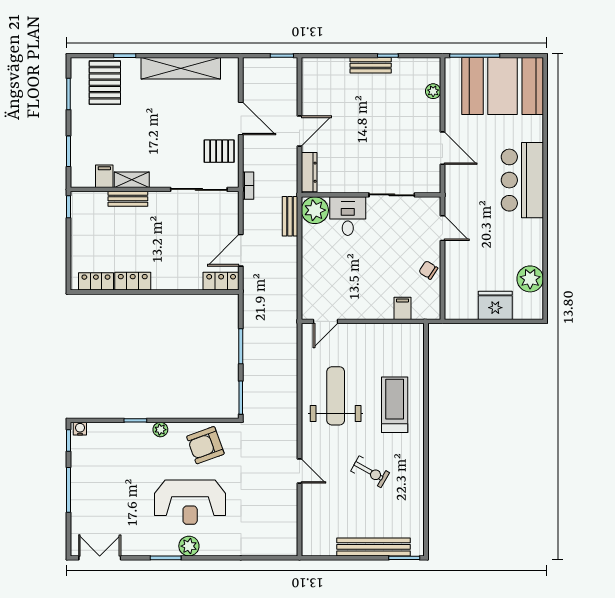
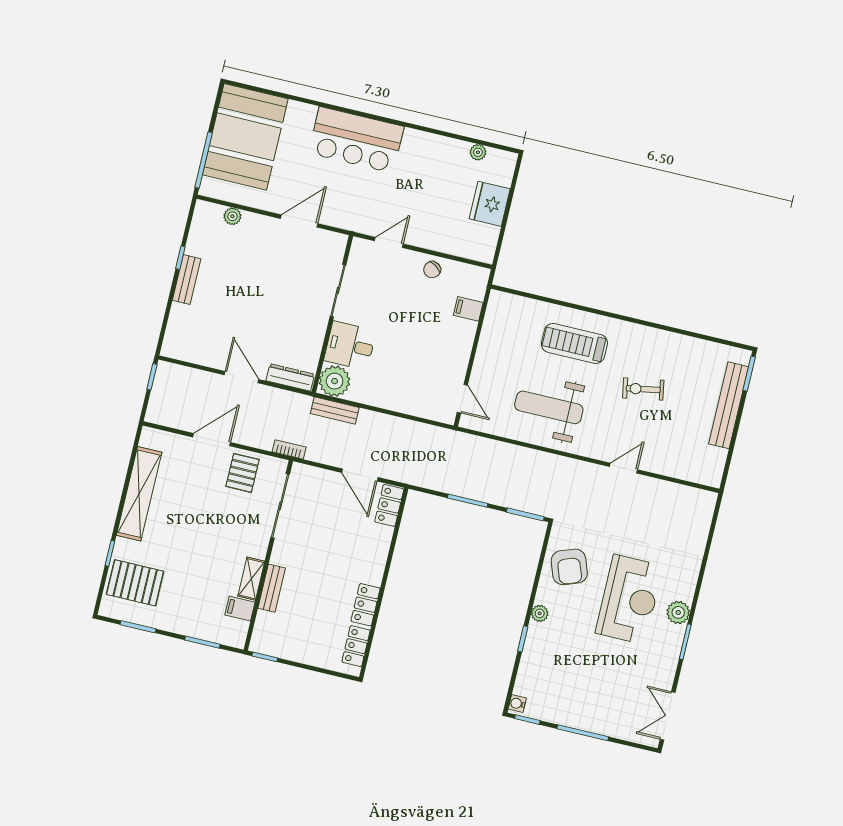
plant: (530, 279) -> (478, 152), width x0.53, depth x0.53
exercise bike: (370, 472) -> (643, 389), turned -129

